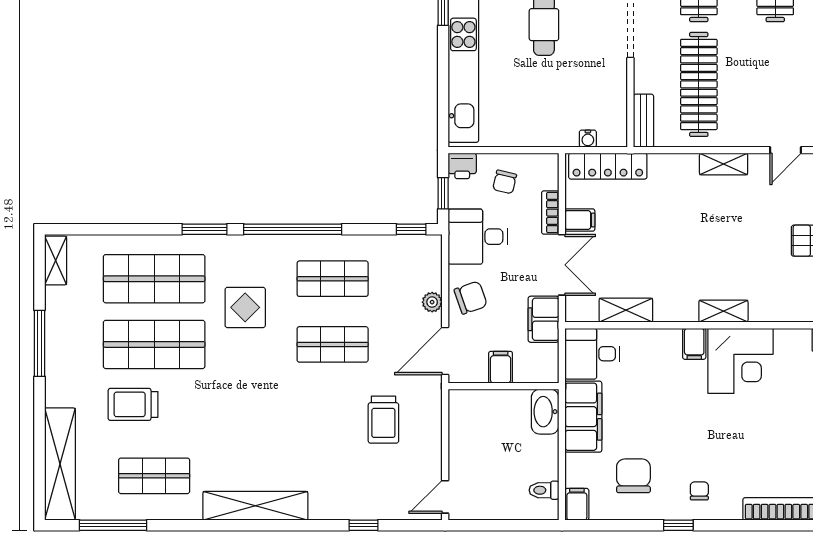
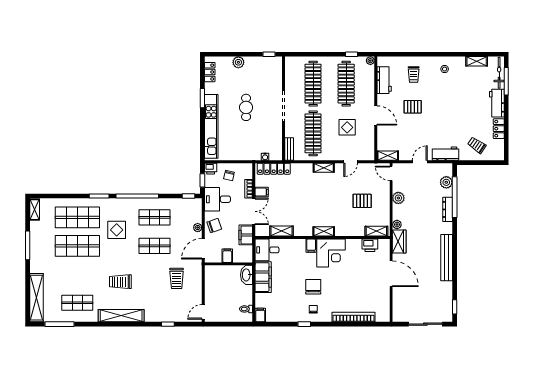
display table: (777, 71) -> (347, 127), added
trolley: (133, 404) -> (120, 282), moved
chair: (633, 476) -> (313, 287), moved

